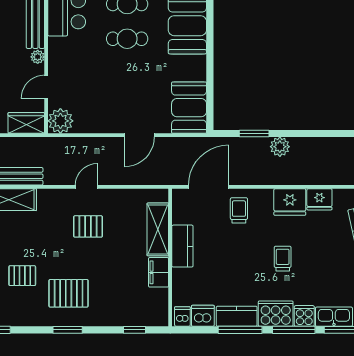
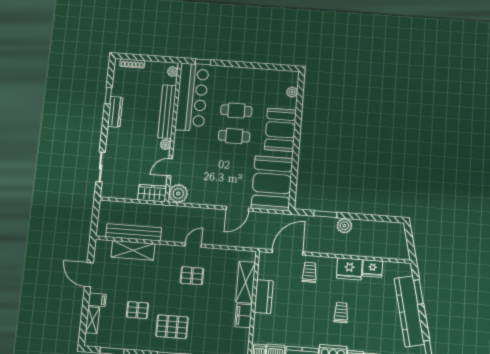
booth: (189, 108) -> (272, 183), width x1.36, depth x1.42

